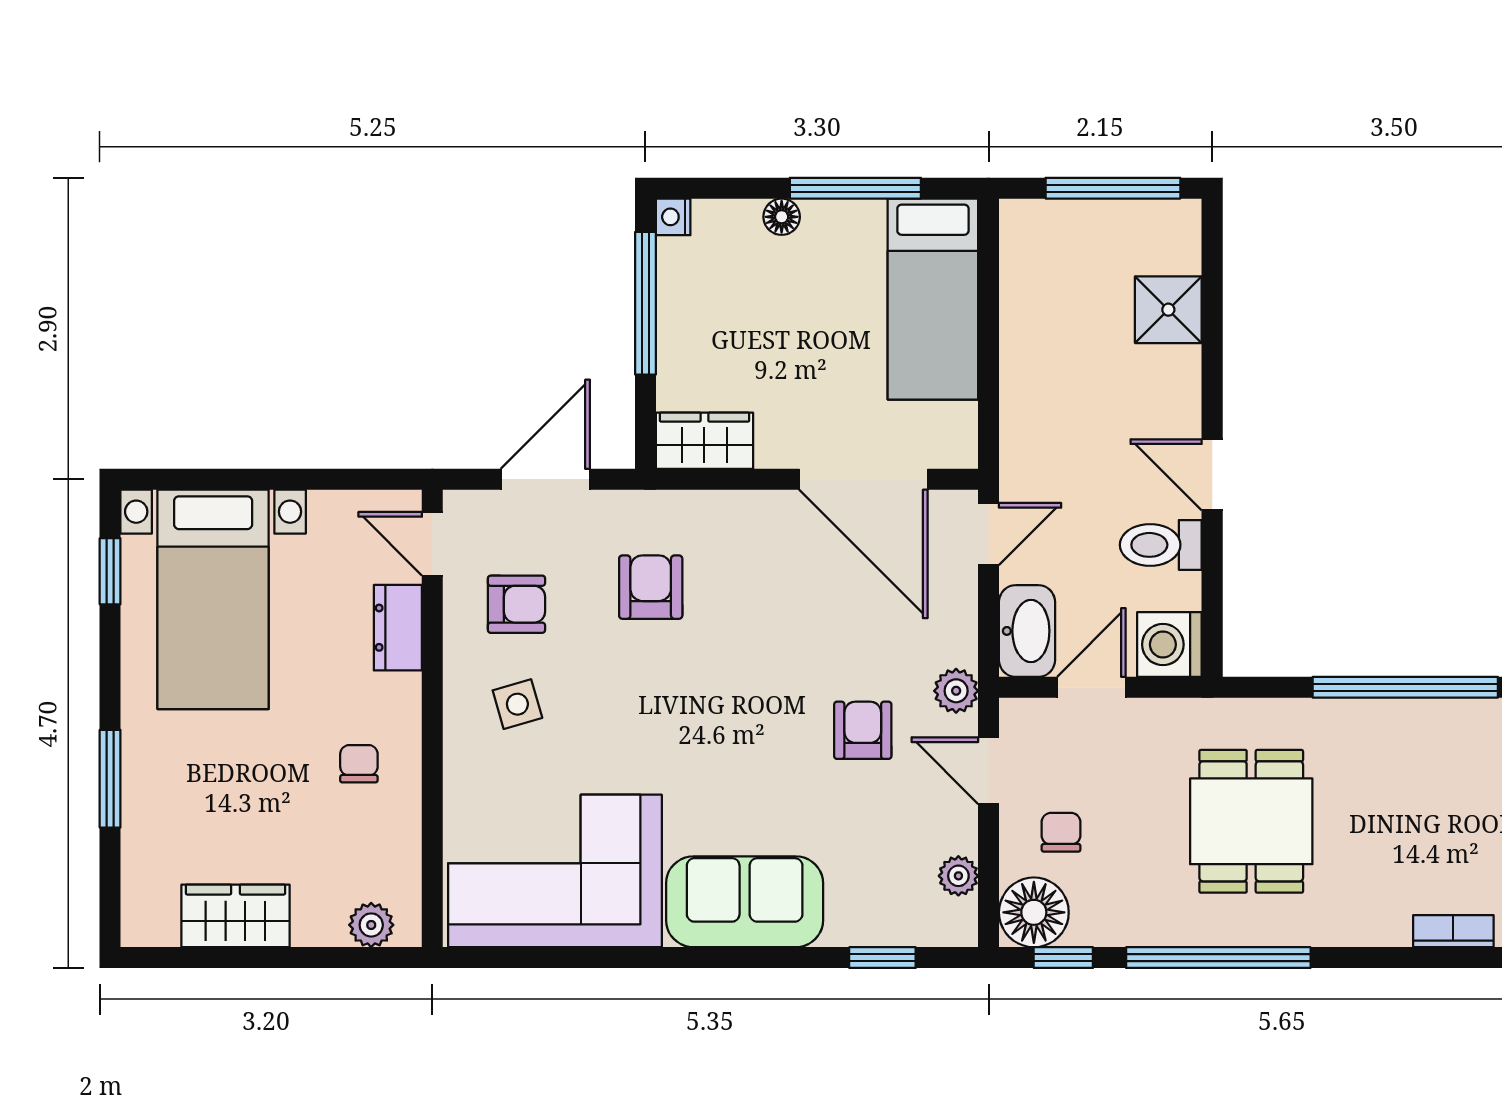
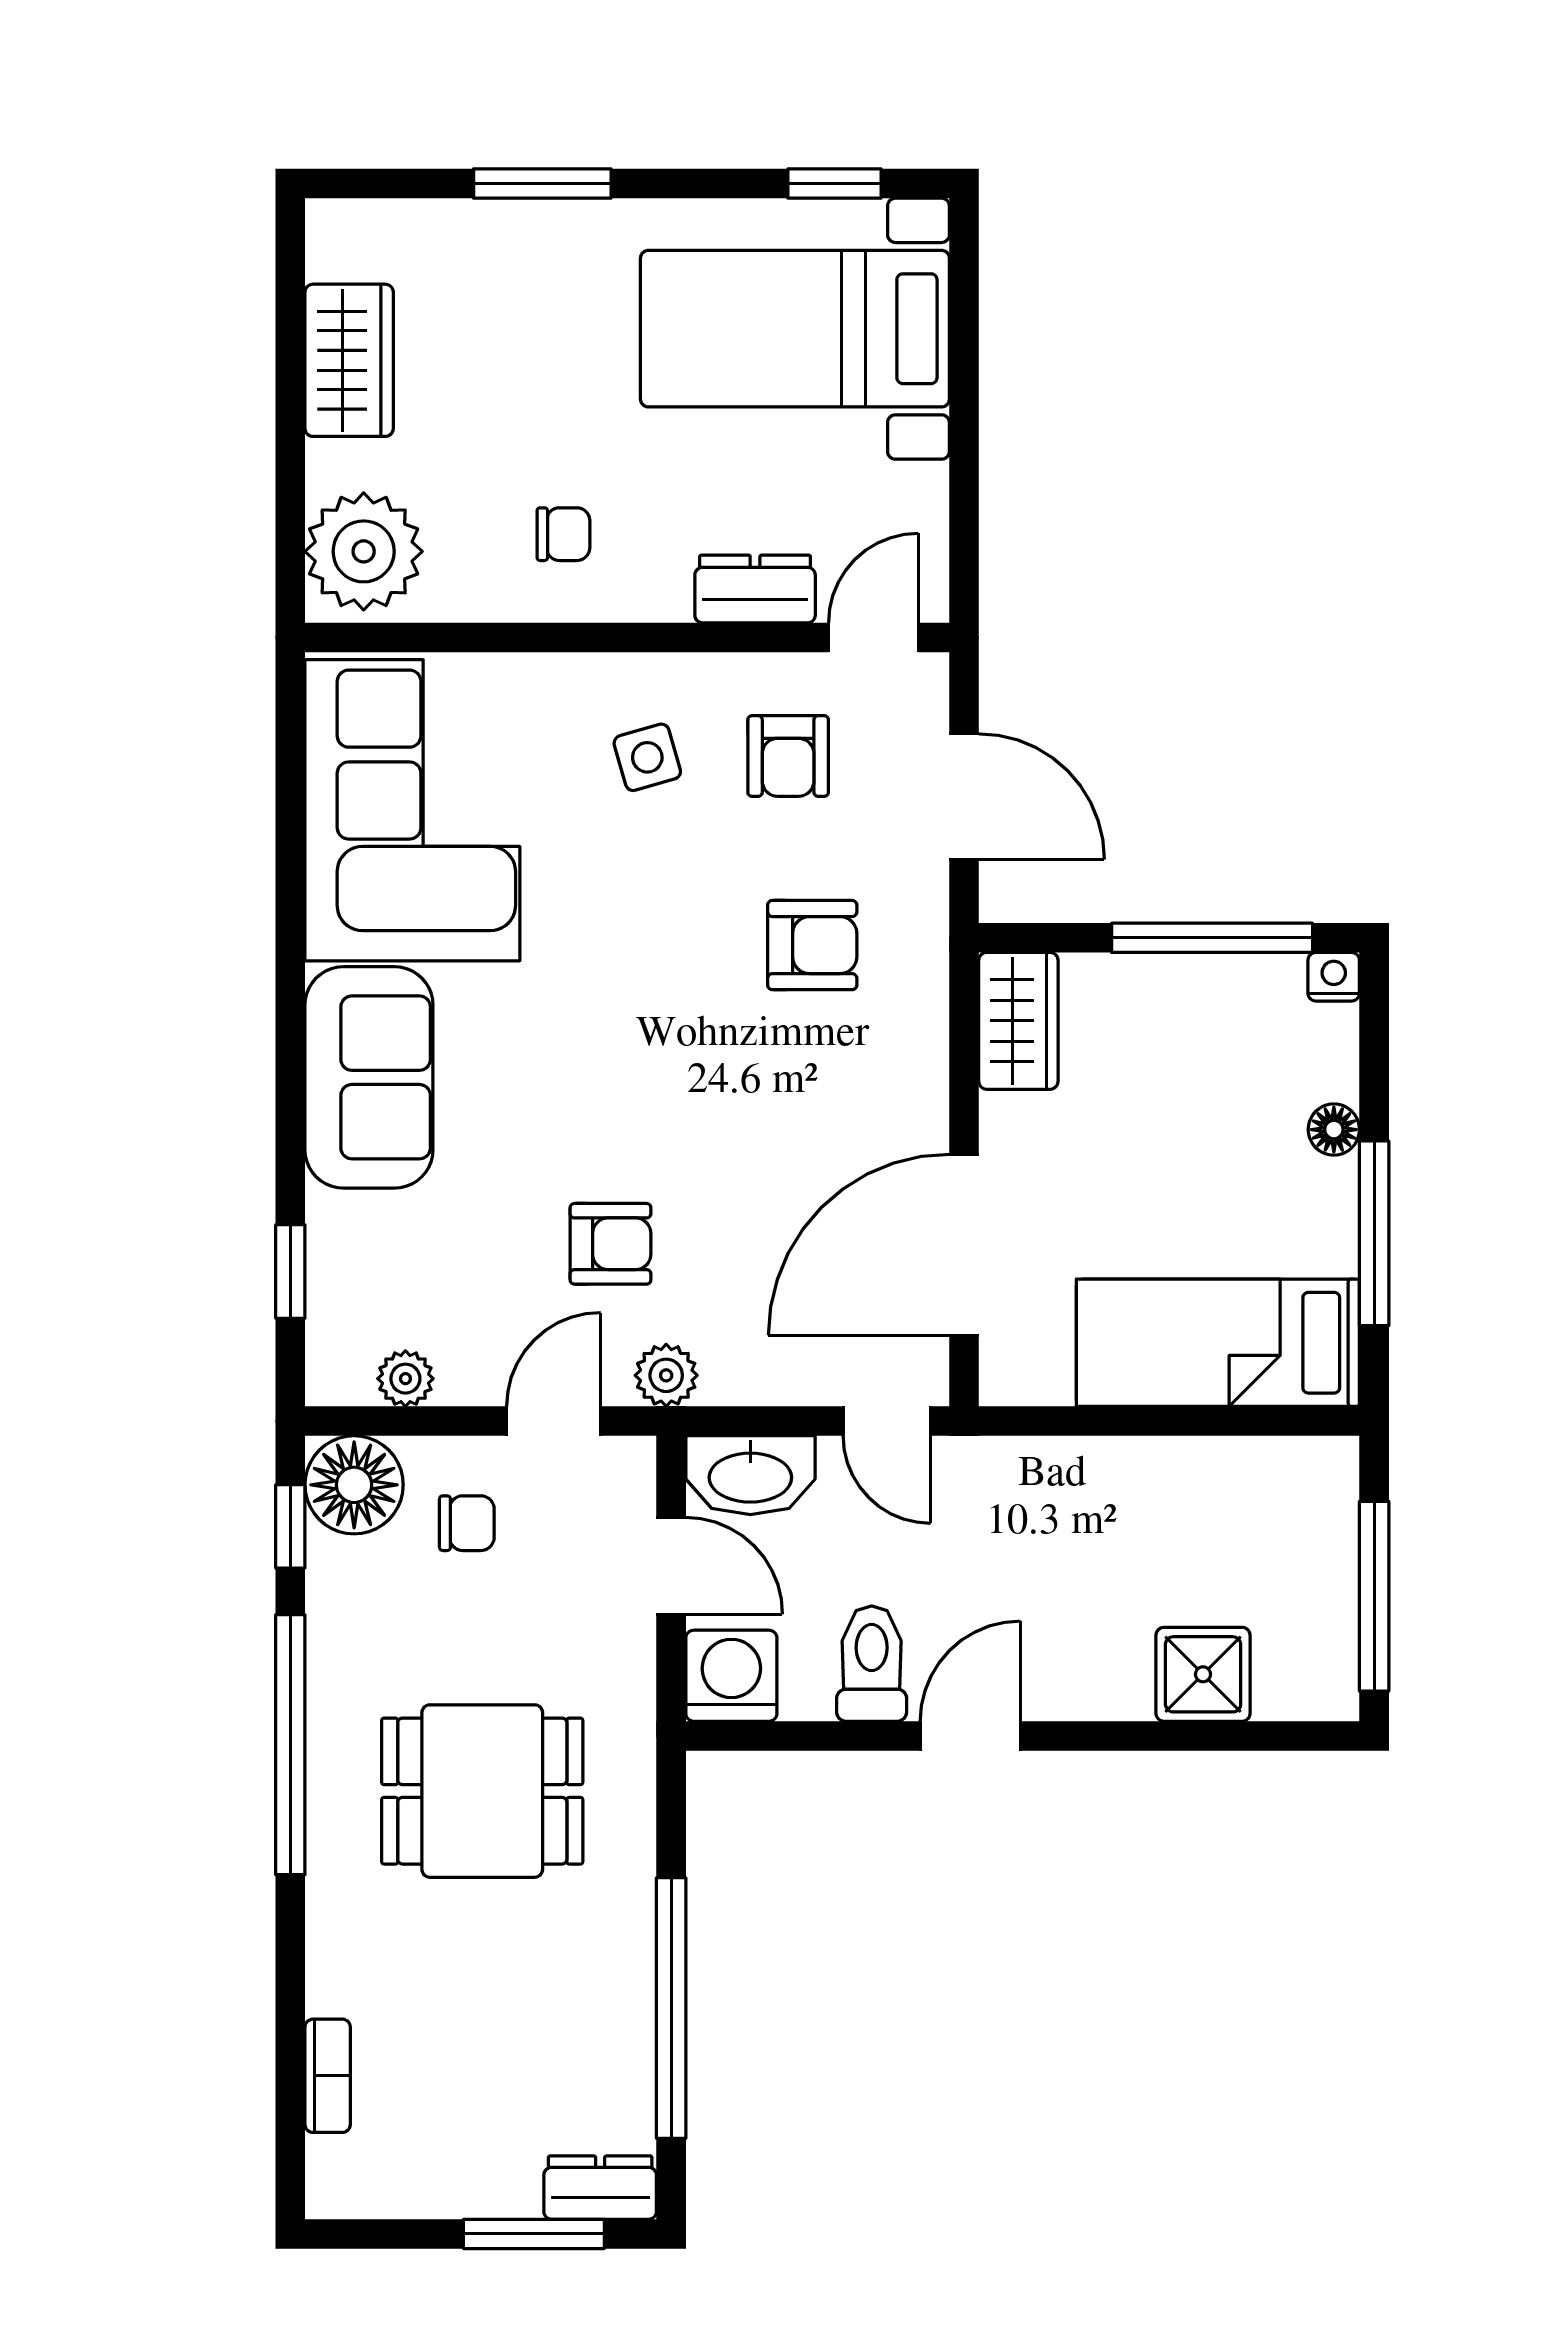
plant: (371, 925) -> (364, 551), width x1.88, depth x1.88

